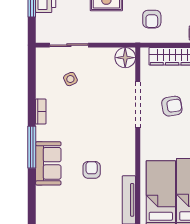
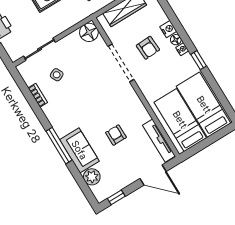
armchair: (172, 106) -> (148, 48), turned 96
bookcase: (41, 112) -> (38, 95), moved
plant: (45, 195) -> (92, 177), added

